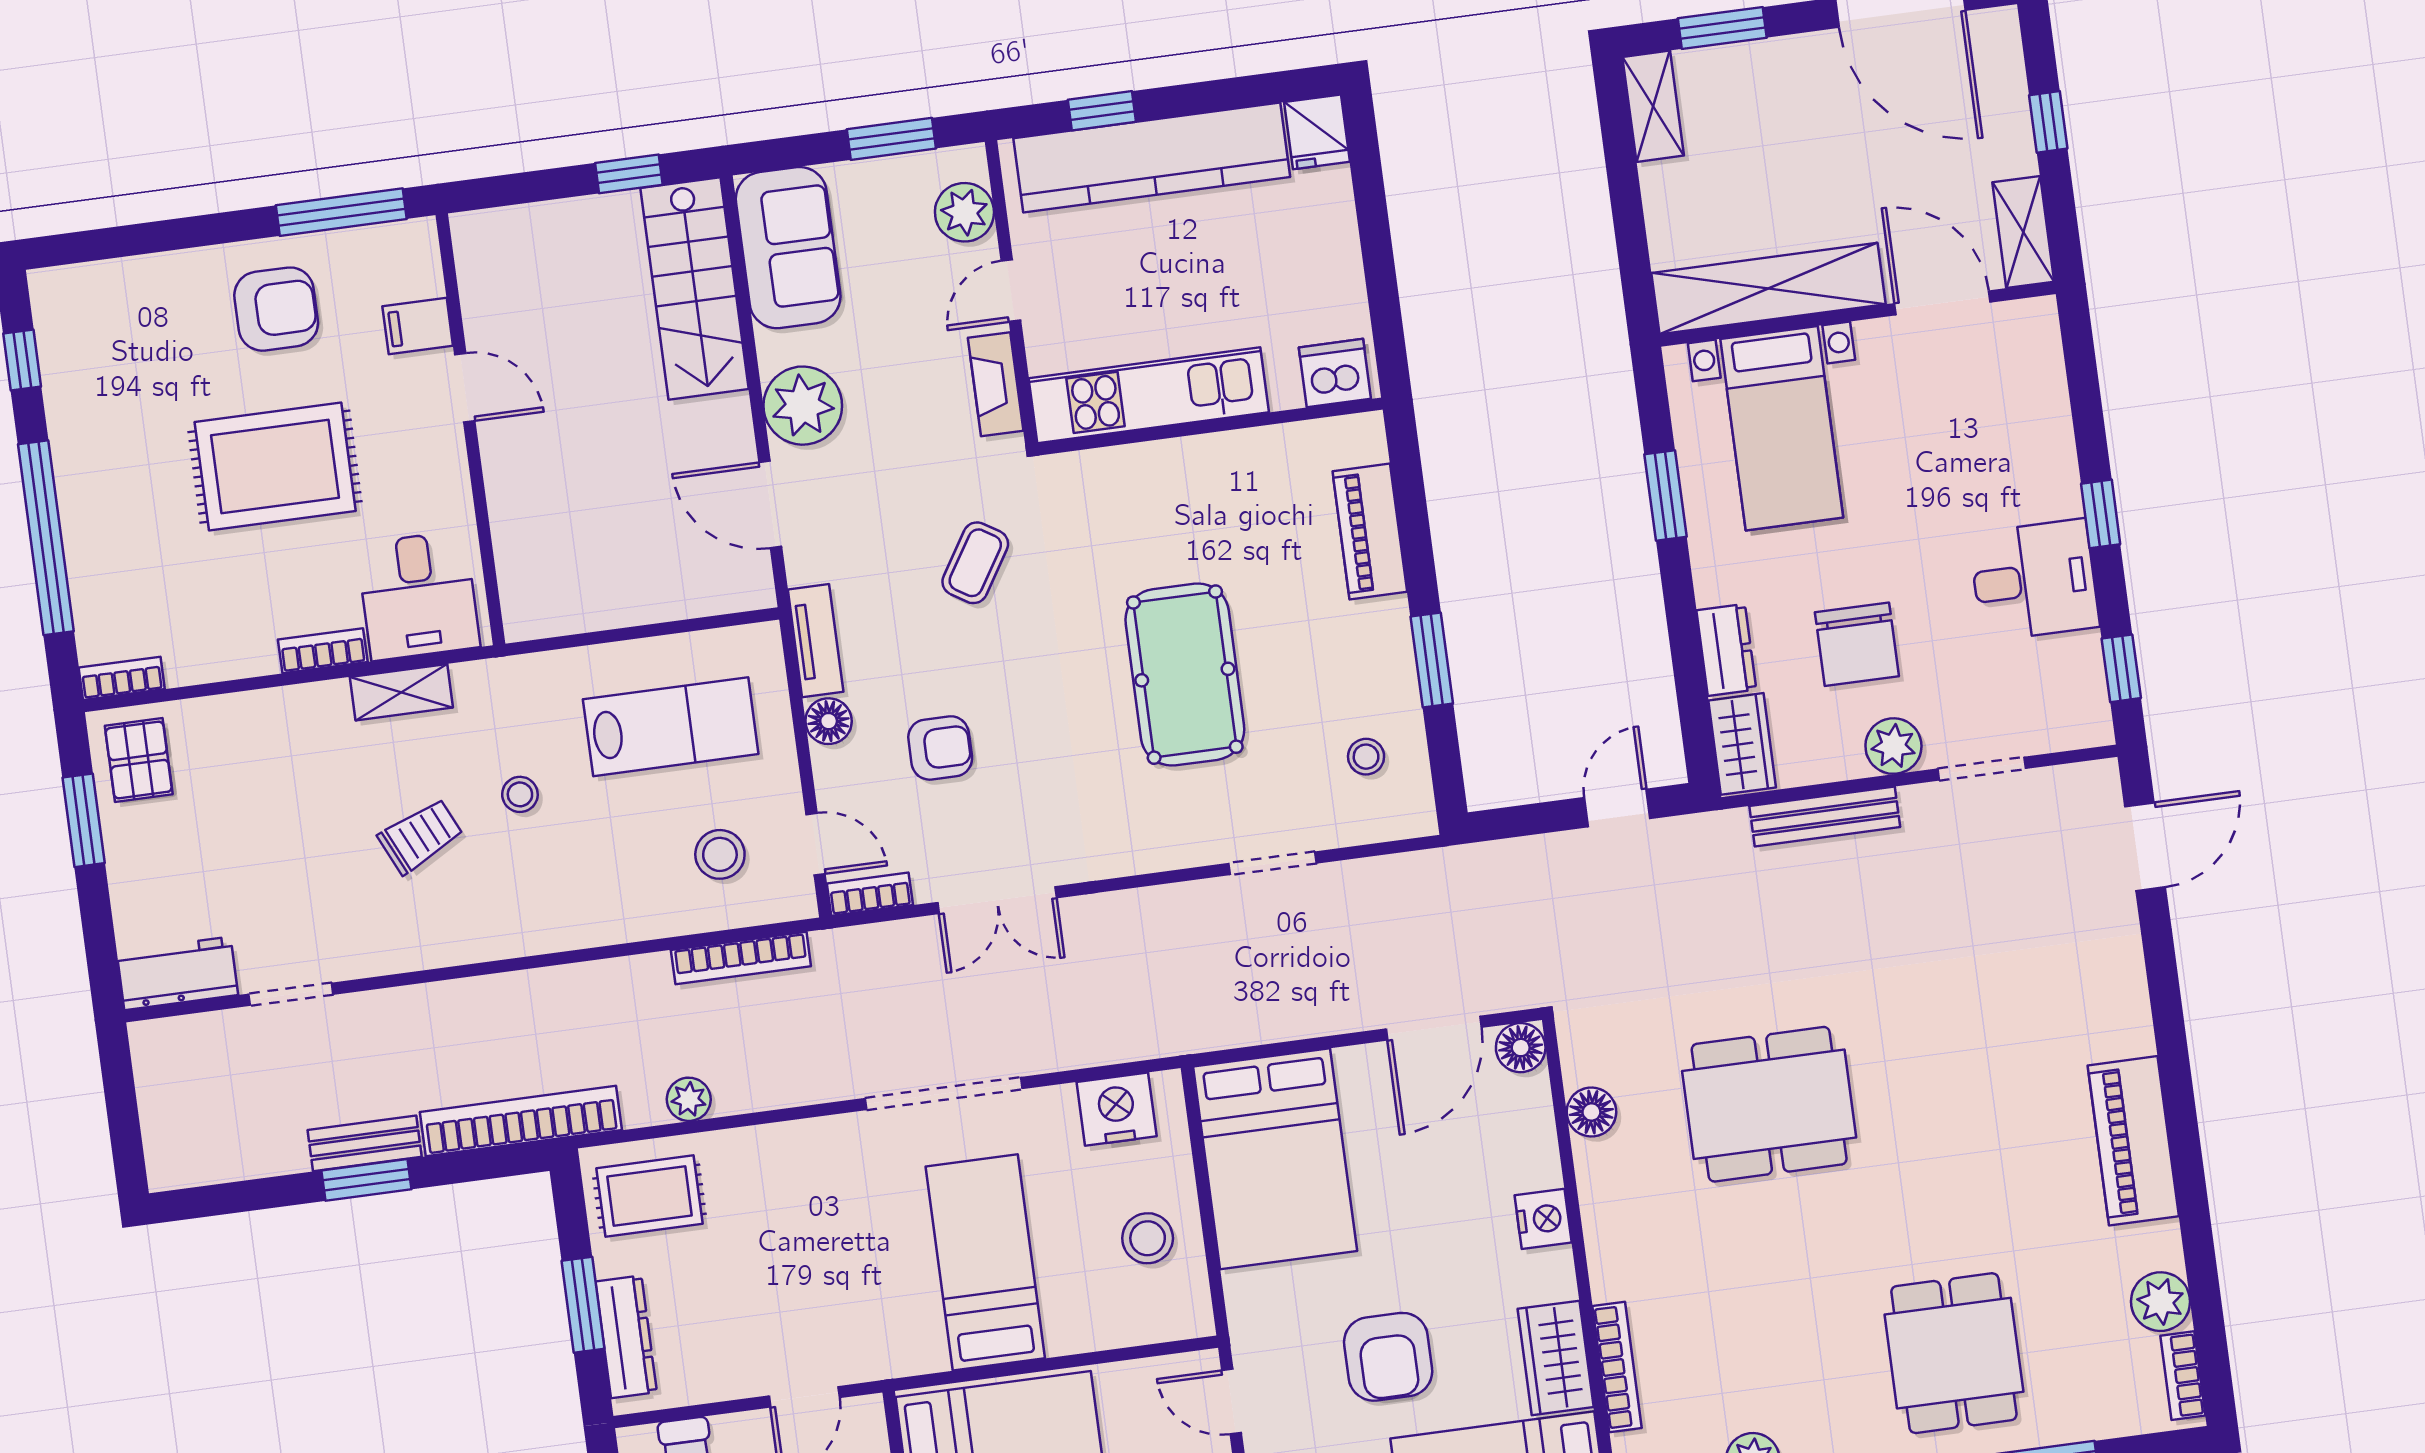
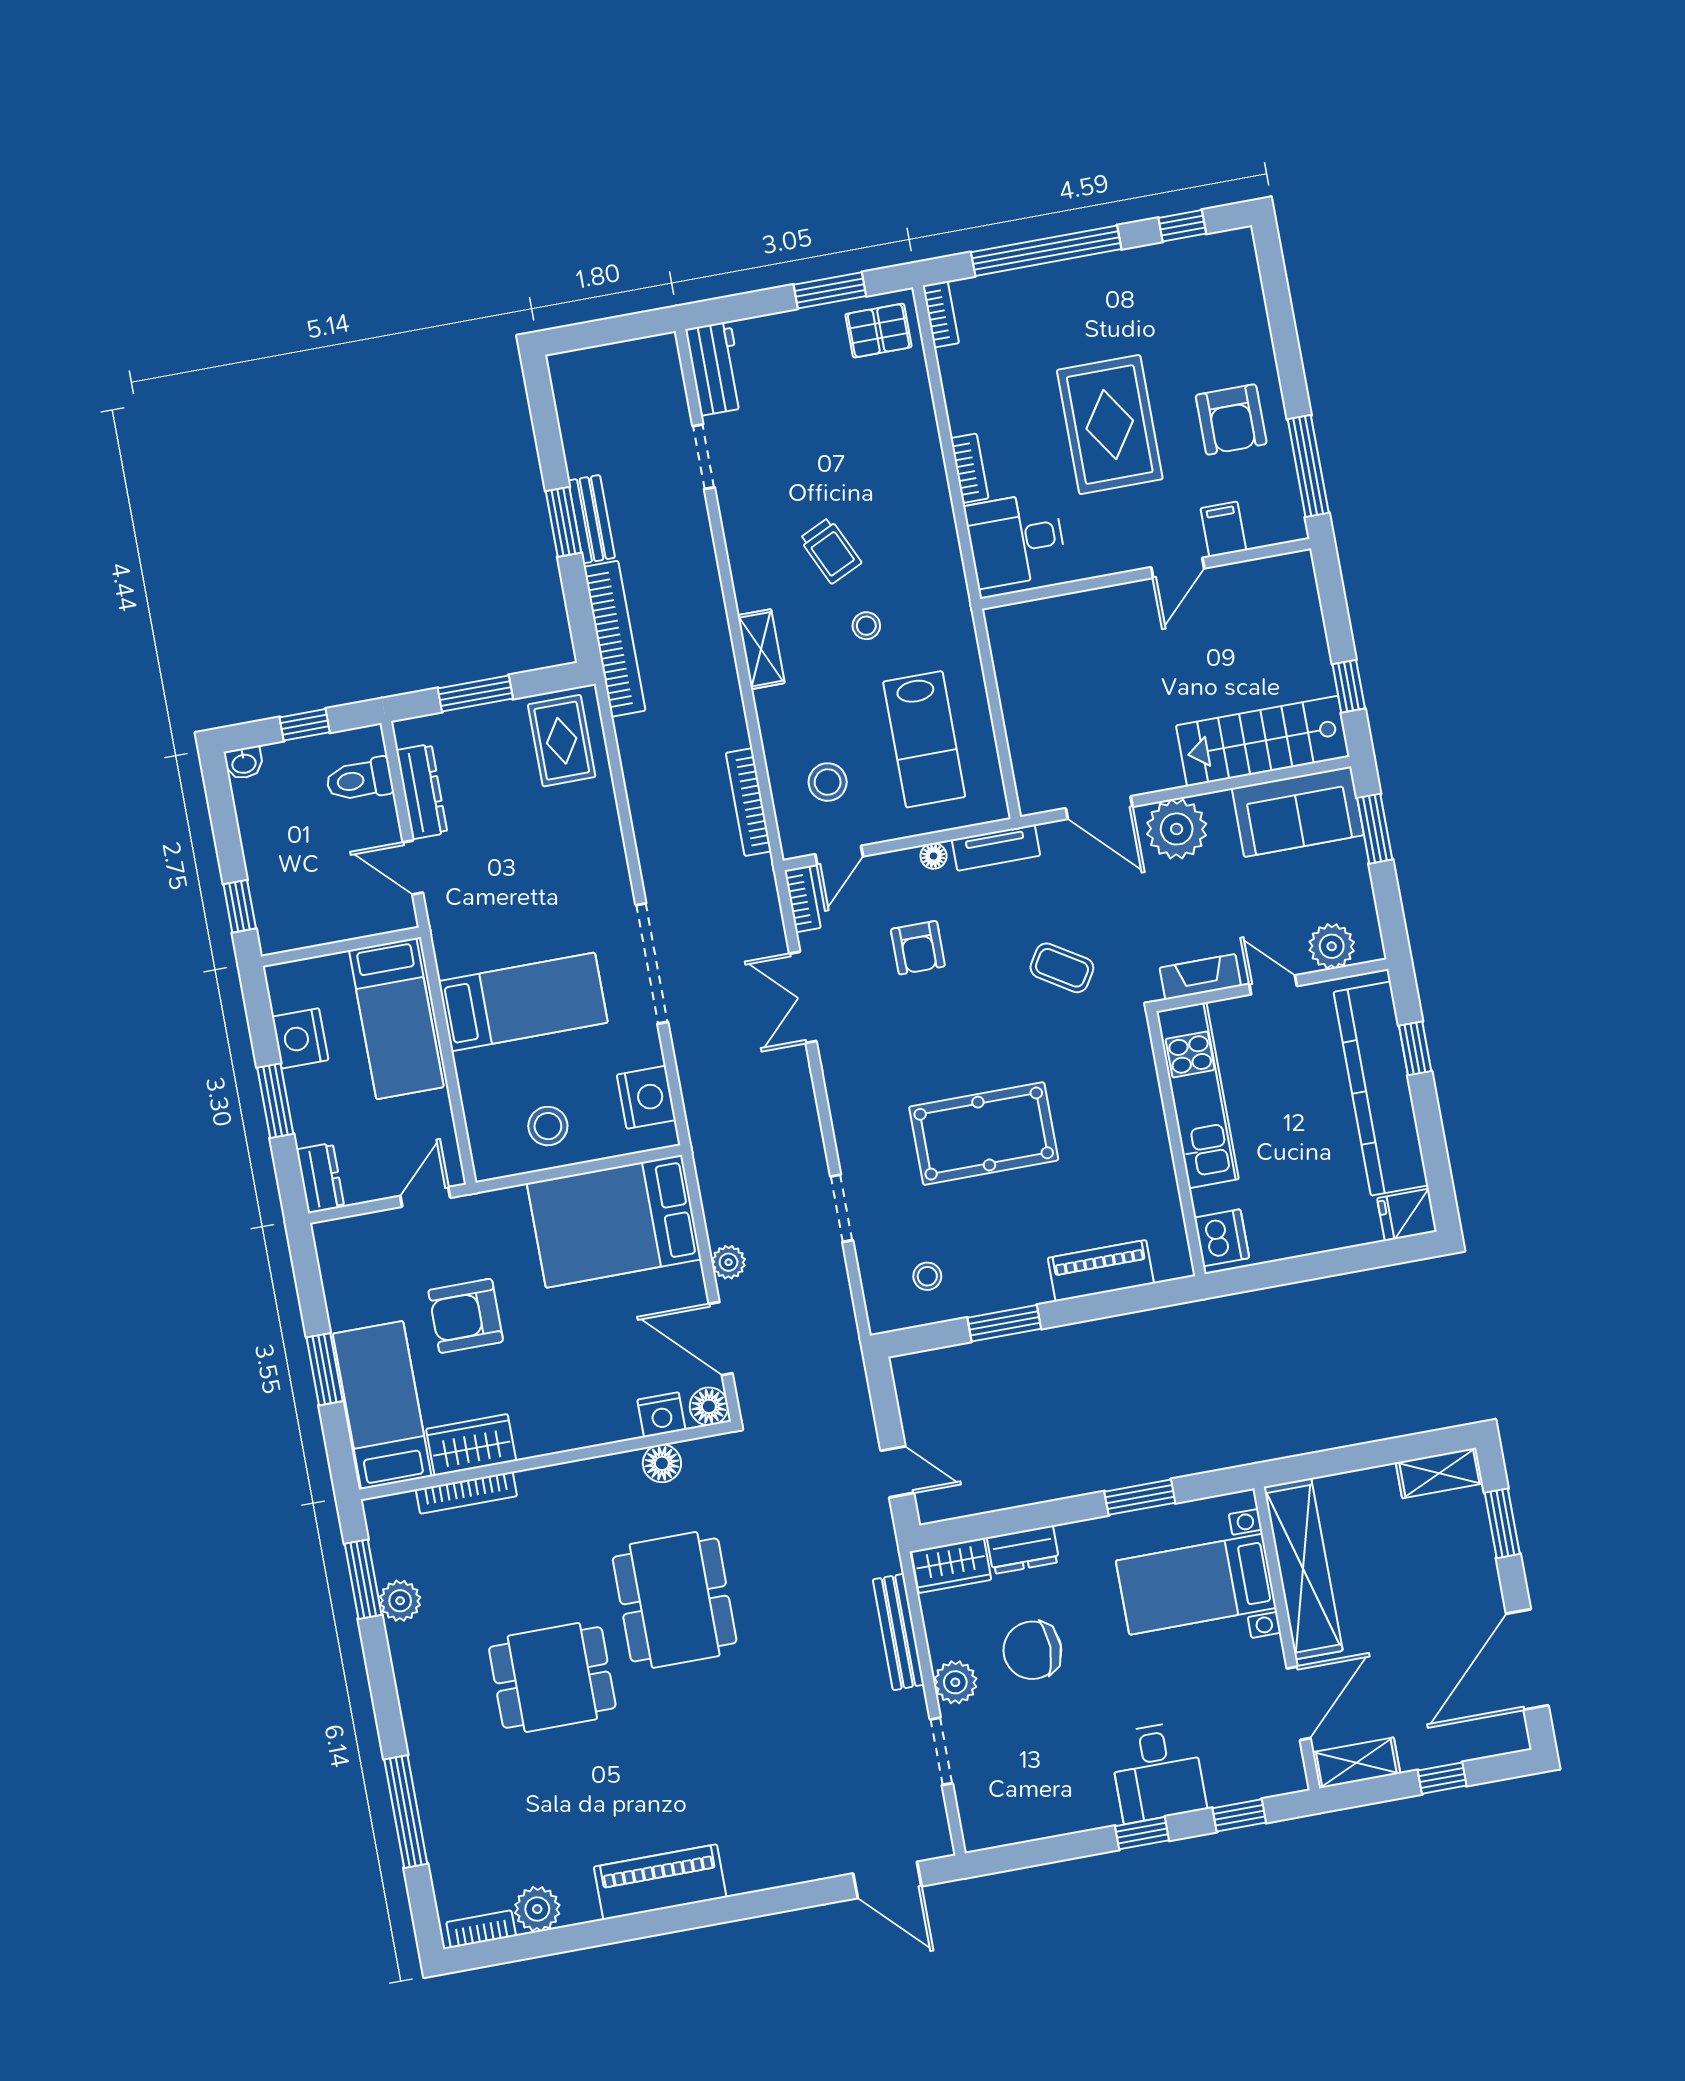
window: (891, 139) -> (1375, 829), moved
door: (770, 505) -> (1099, 808), swing flipped
desk: (2034, 580) -> (1157, 1772), moved
window: (2121, 668) -> (1239, 1815), moved
shelving: (401, 692) -> (761, 649), moved
floor lamp: (829, 721) -> (934, 856), width x0.73, depth x0.73
plant: (689, 1099) -> (729, 1262), moved
nightstand: (1543, 1219) -> (661, 1415), moved
dresser: (626, 1337) -> (422, 792), moved, turned -90
dining table: (1954, 1353) -> (552, 1677), moved

